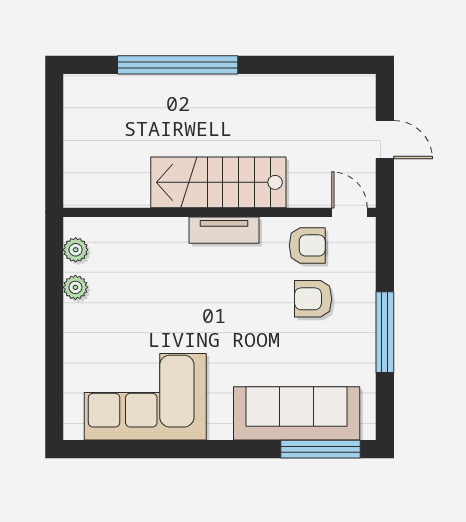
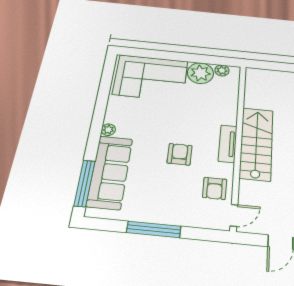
plant: (75, 287) -> (200, 73), width x1.88, depth x1.88
armchair: (313, 299) -> (180, 154), moved
corner sofa: (145, 397) -> (151, 78), moved, turned 90
plant: (220, 429) -> (108, 130), added

